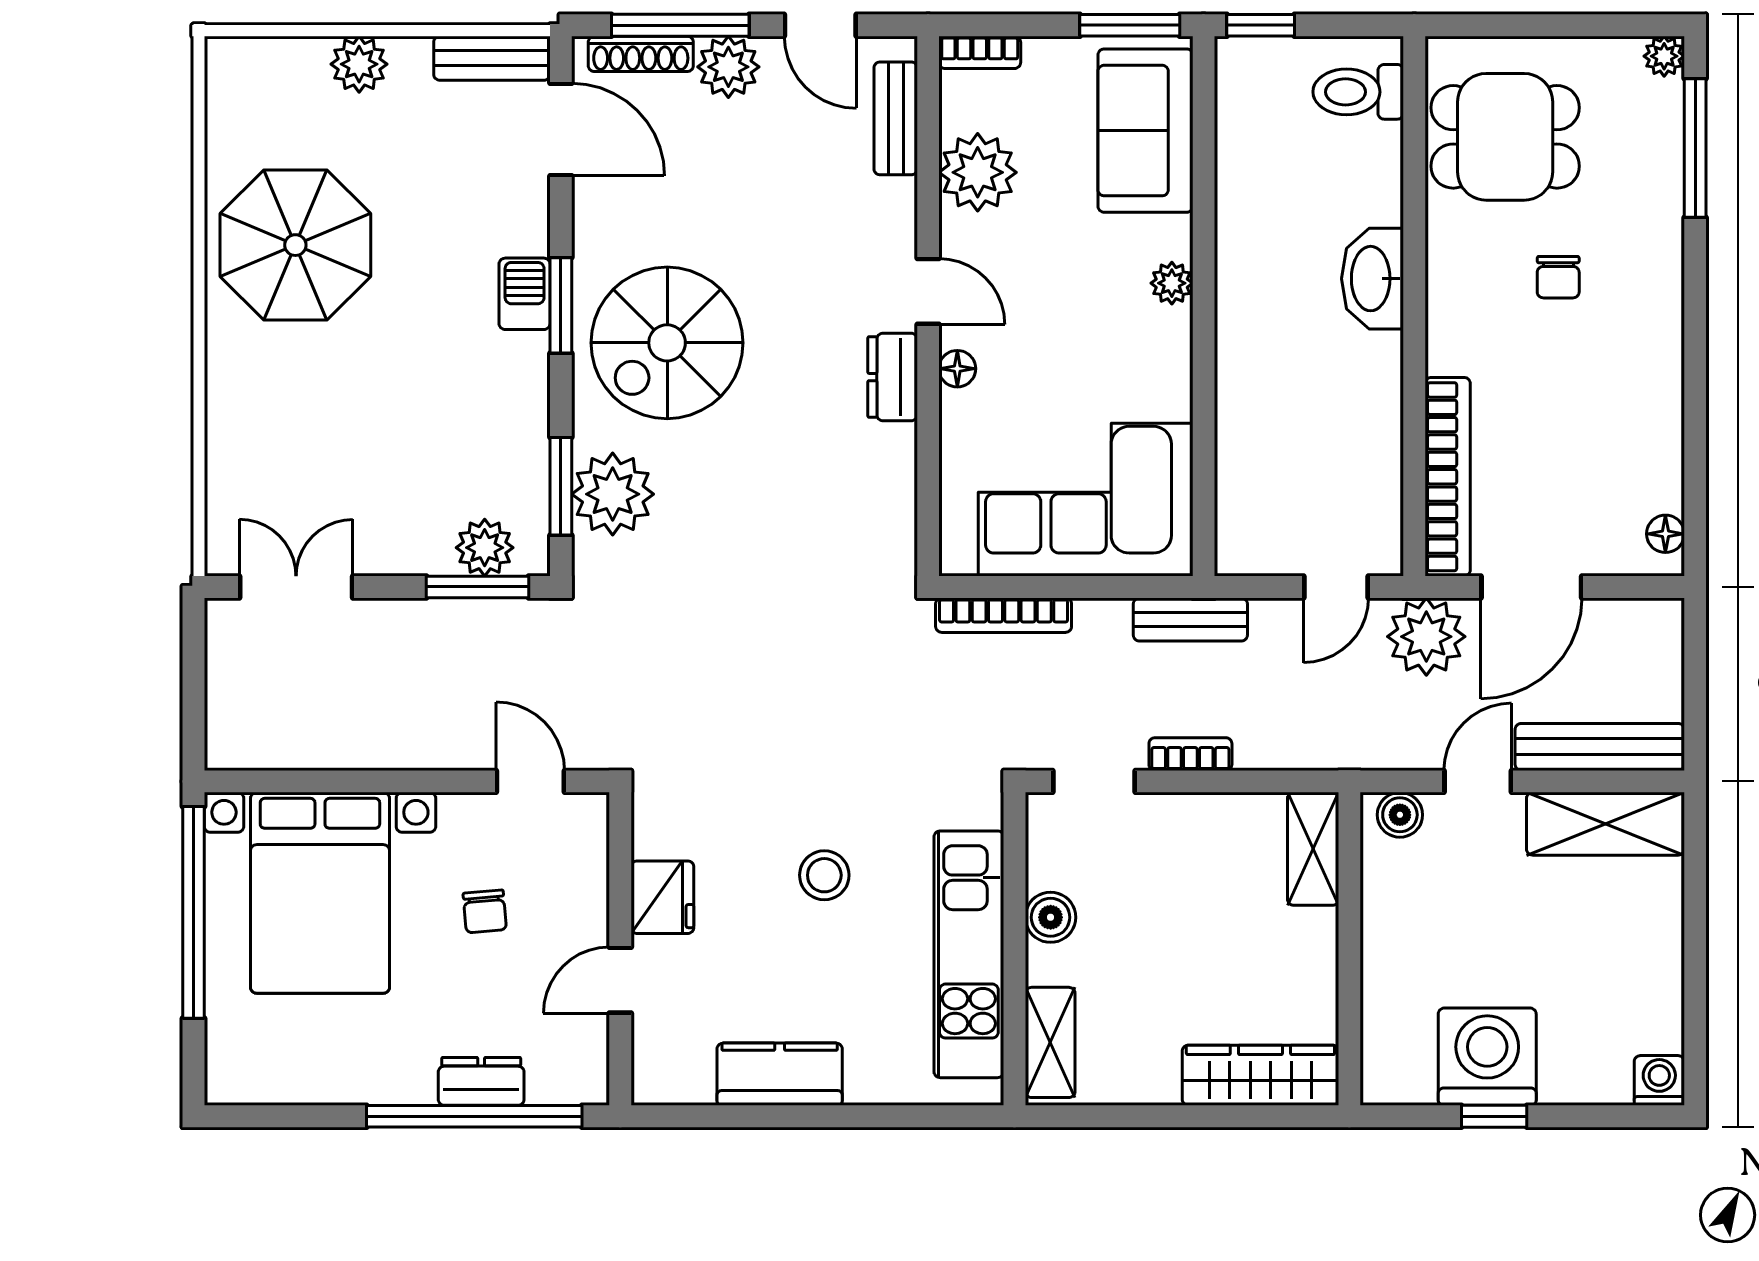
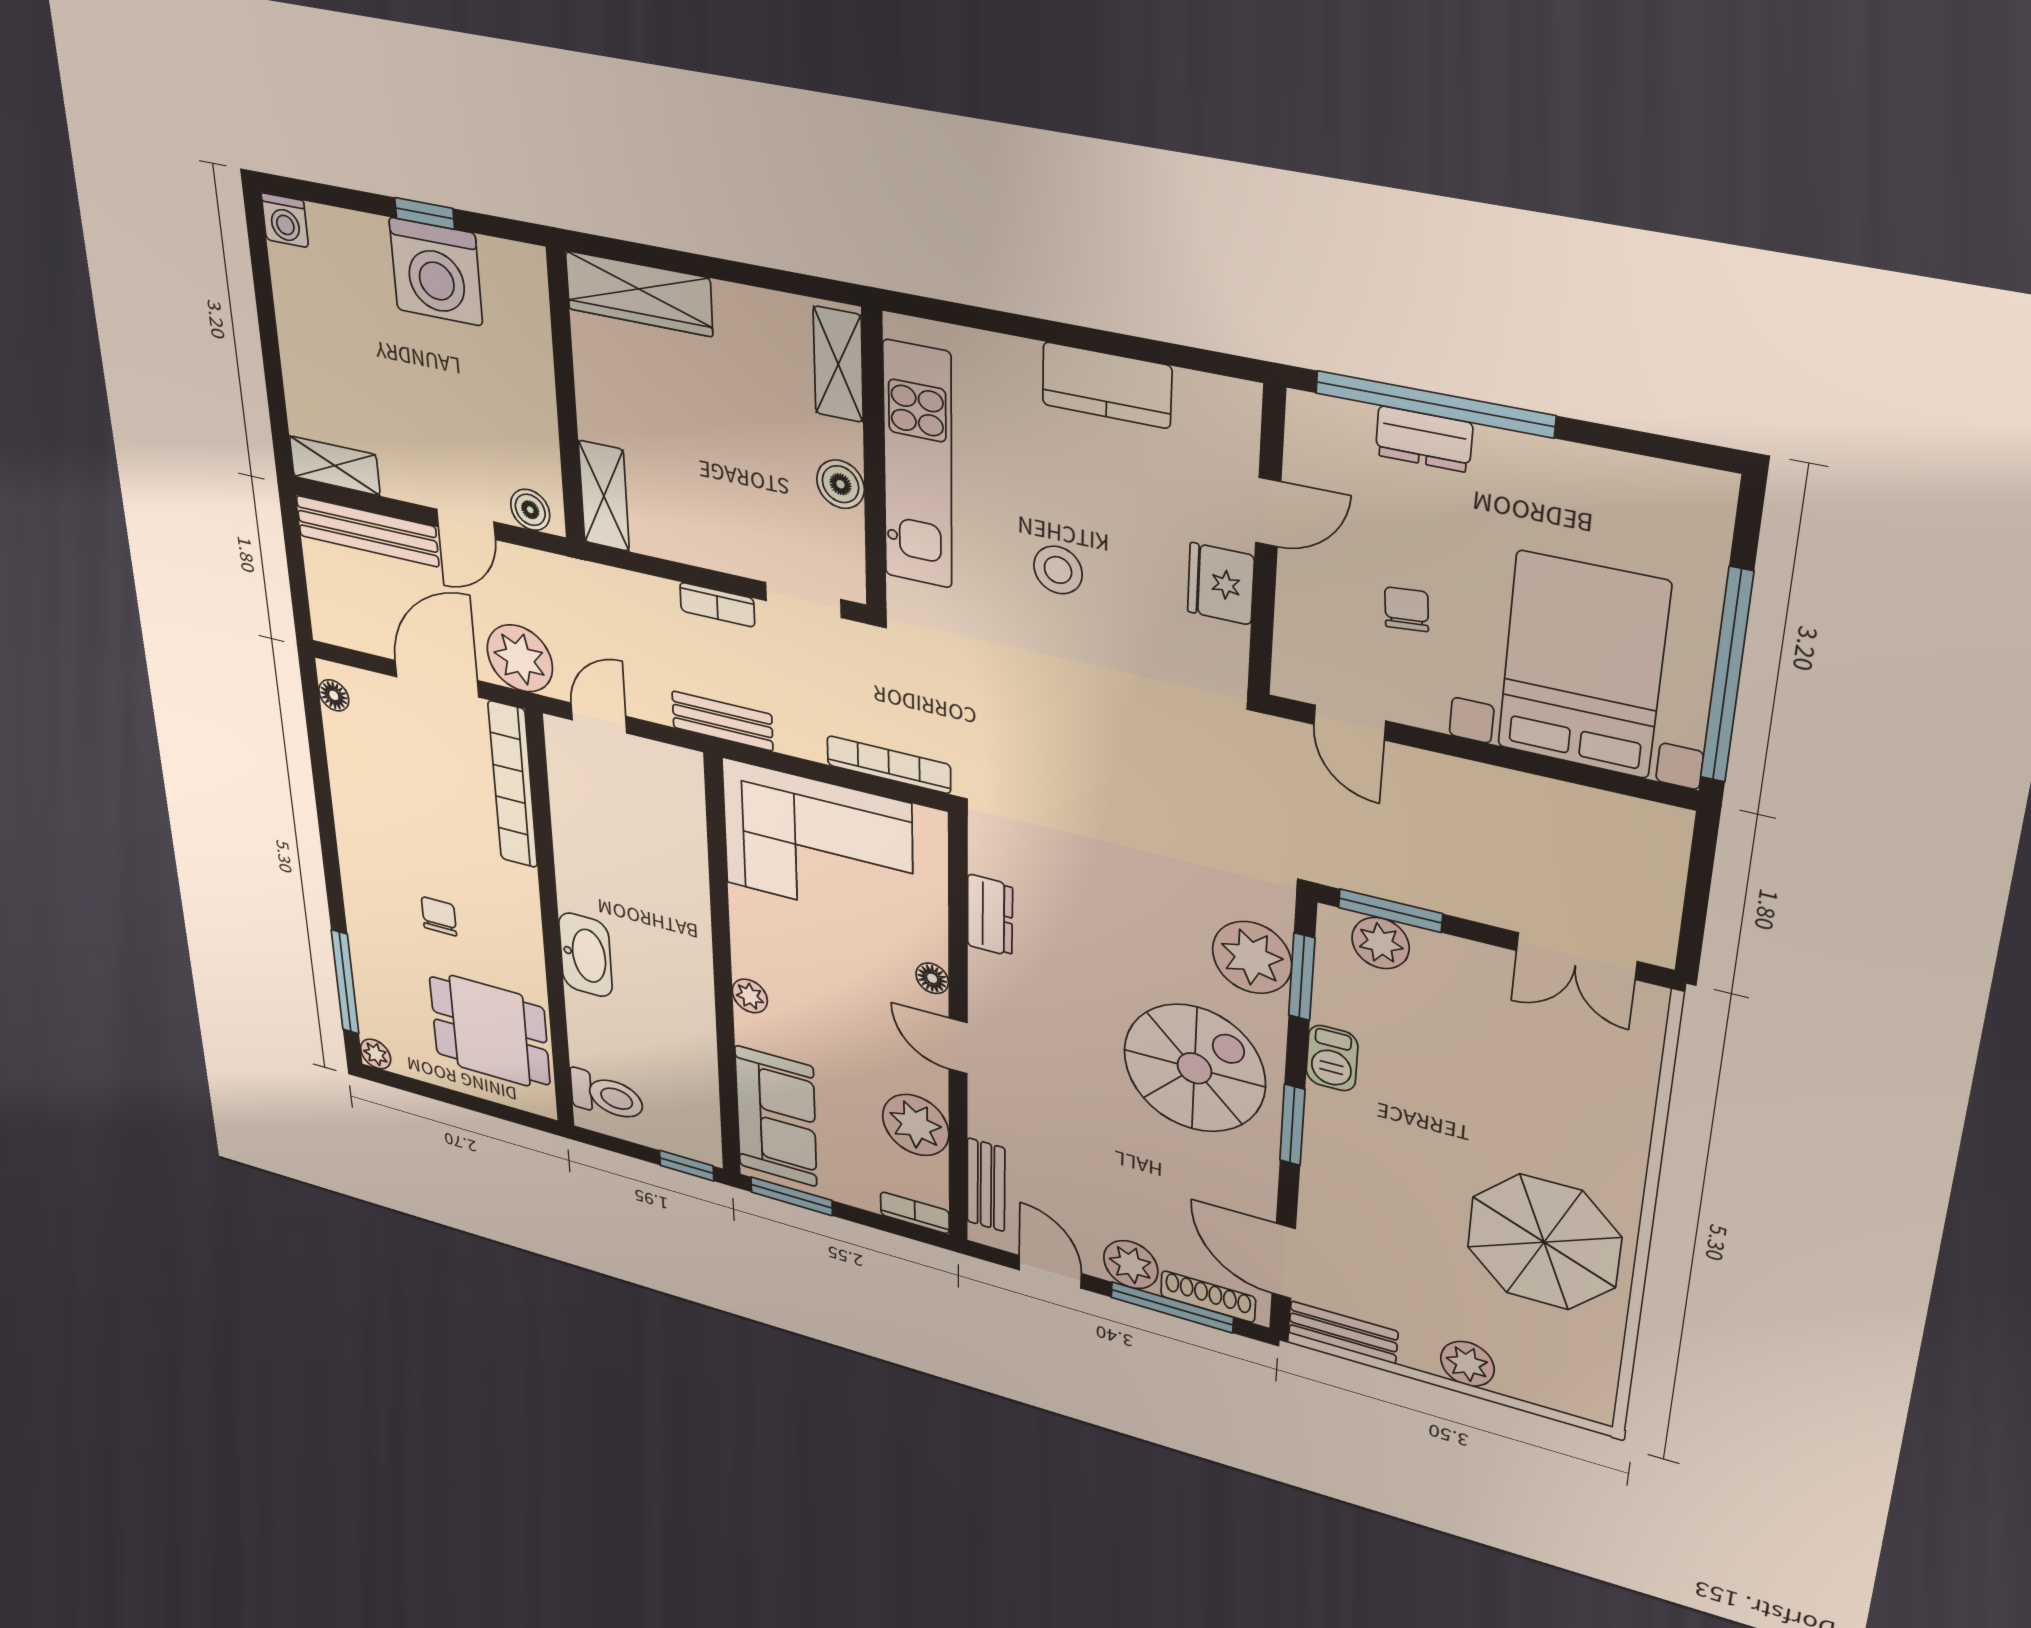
barbecue: (525, 294) -> (1332, 1058), moved
dresser: (893, 377) -> (990, 915), moved
shelving: (1605, 824) -> (335, 466), width x0.67, depth x0.75

